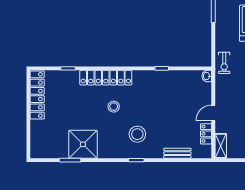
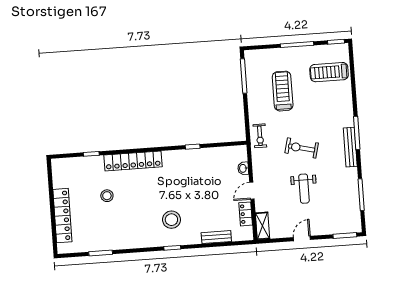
washbasin: (207, 76) -> (243, 168), moved
locker: (37, 95) -> (62, 216), moved
stool: (114, 107) -> (107, 196), moved
shower: (83, 144) -> (113, 235), removed

